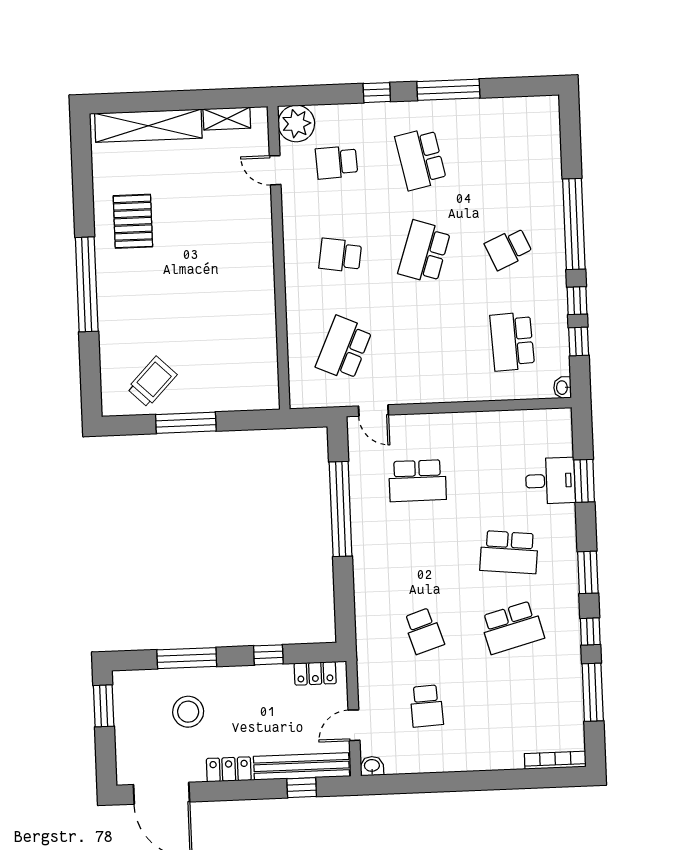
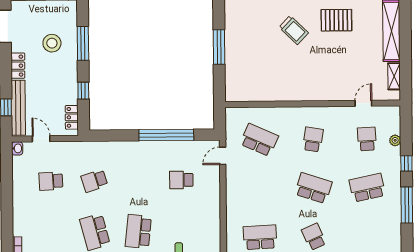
plant: (296, 124) -> (395, 140), moved, width x0.53, depth x0.53
trolley: (152, 382) -> (294, 30), moved
school desk: (417, 481) -> (181, 180), width x0.54

